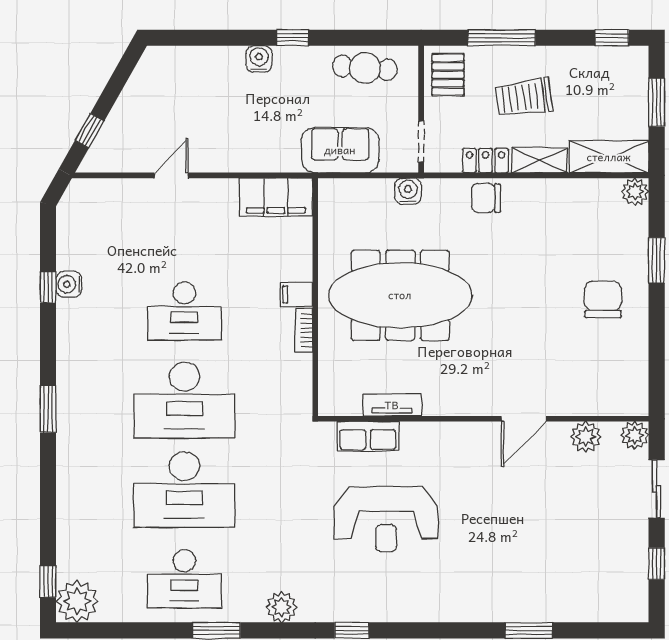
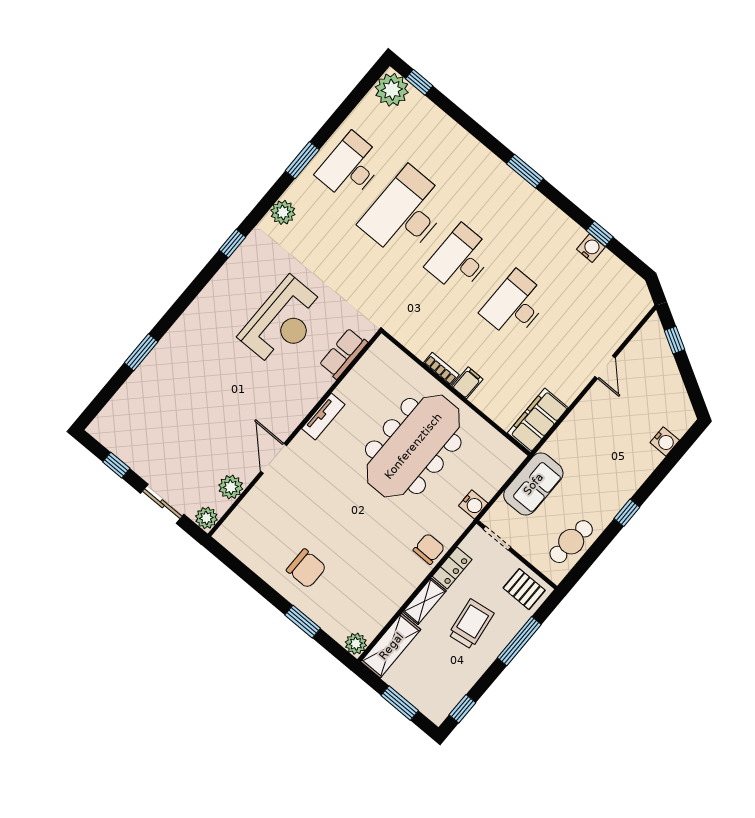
water cooler: (259, 59) -> (665, 441), moved
desk: (184, 400) -> (460, 259), width x0.73, depth x0.77
tv unit: (392, 405) -> (323, 416), moved
reception desk: (386, 519) -> (283, 322), turned 180

